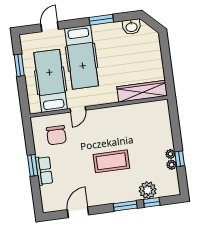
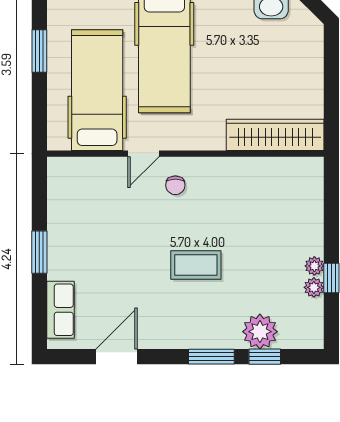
chair: (56, 135) -> (175, 185), moved, width x0.54, depth x0.54
coffee table: (111, 161) -> (196, 265), width x0.73, depth x0.76
row of seats: (44, 171) -> (60, 310), moved

